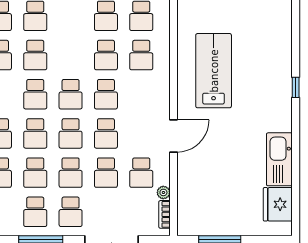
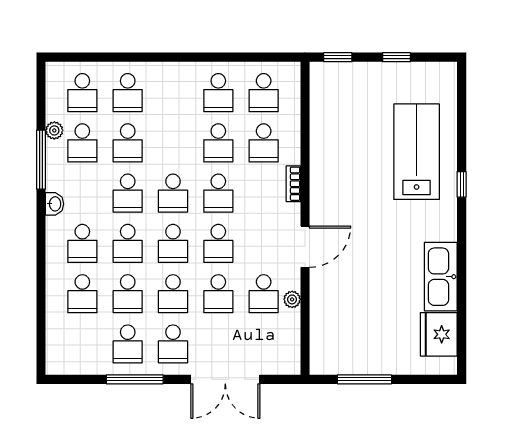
lab bench: (214, 71) -> (417, 152), moved
plant: (163, 192) -> (292, 299), moved
bookcase: (164, 214) -> (293, 184), moved

